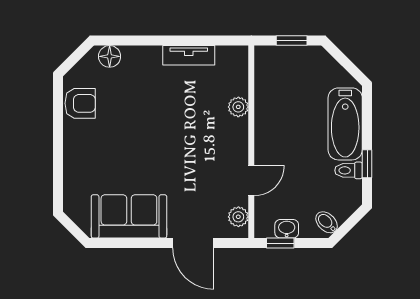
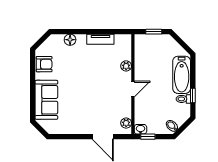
floor lamp: (110, 56) -> (70, 40), moved
door: (251, 181) -> (133, 89), moved
sofa: (129, 216) -> (46, 100), moved, turned 90
washbasin: (287, 229) -> (140, 129), moved

